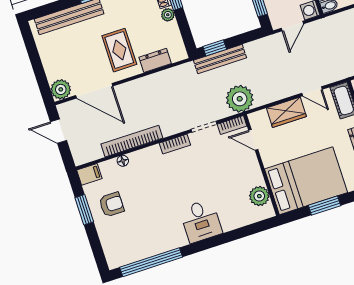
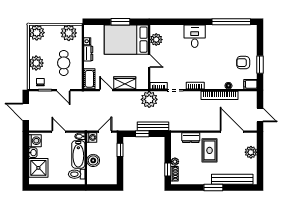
window: (215, 48) -> (142, 134), moved
plant: (61, 89) -> (251, 152), moved
door: (253, 140) -> (149, 61), moved

